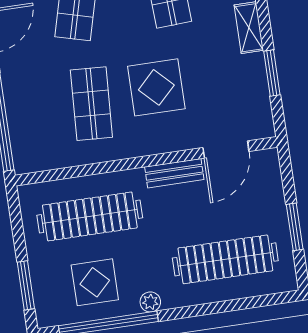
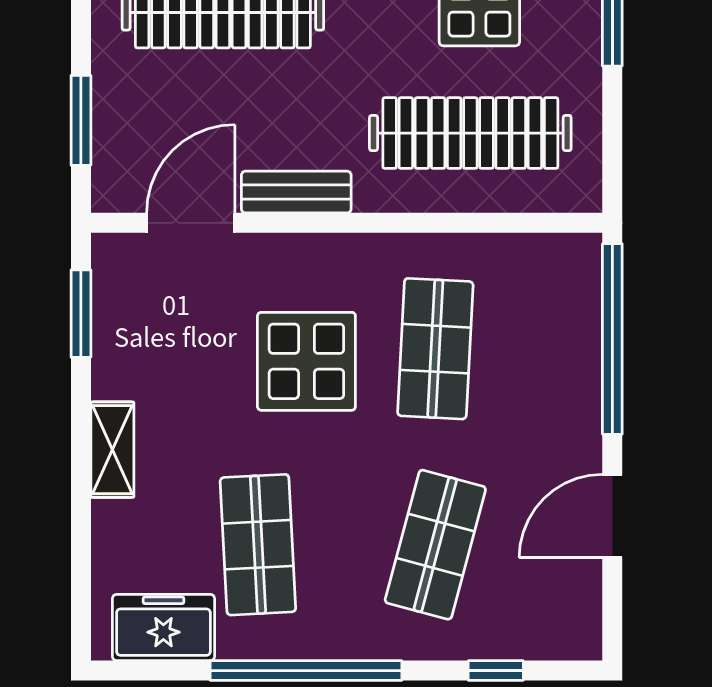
window: (272, 73) -> (81, 314), moved
window: (295, 227) -> (81, 120), moved

